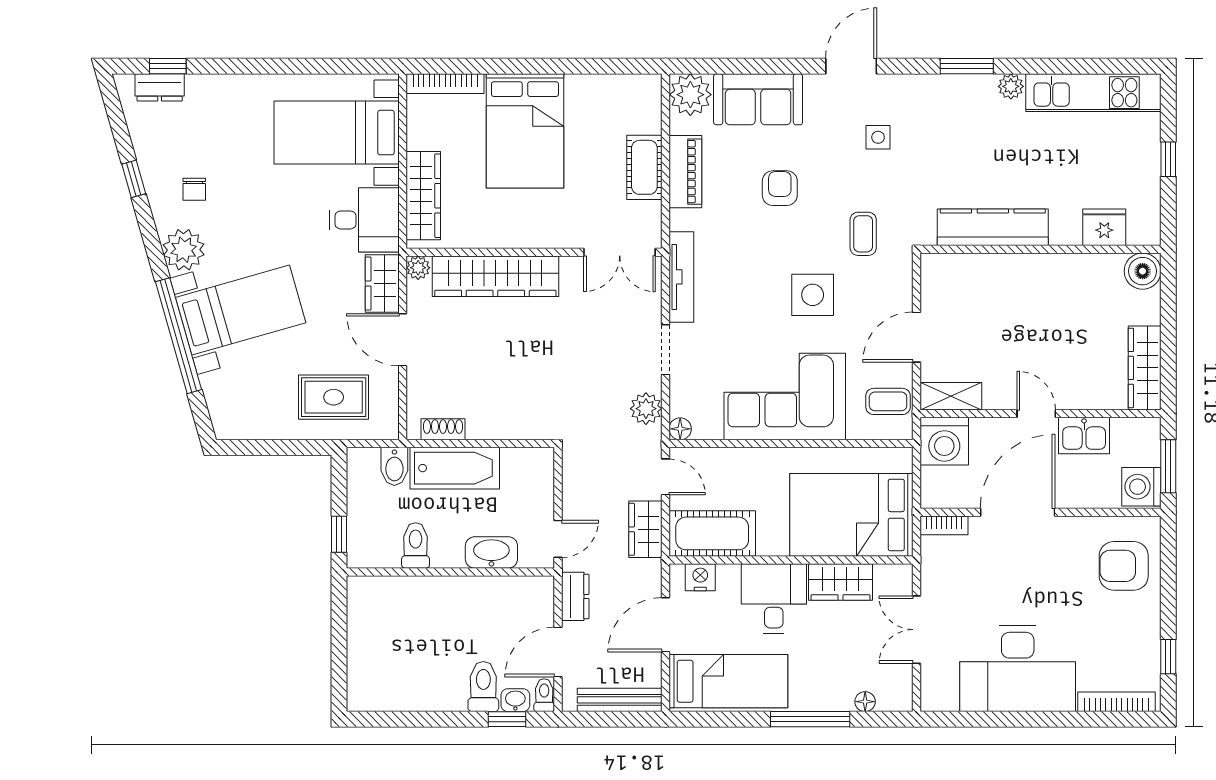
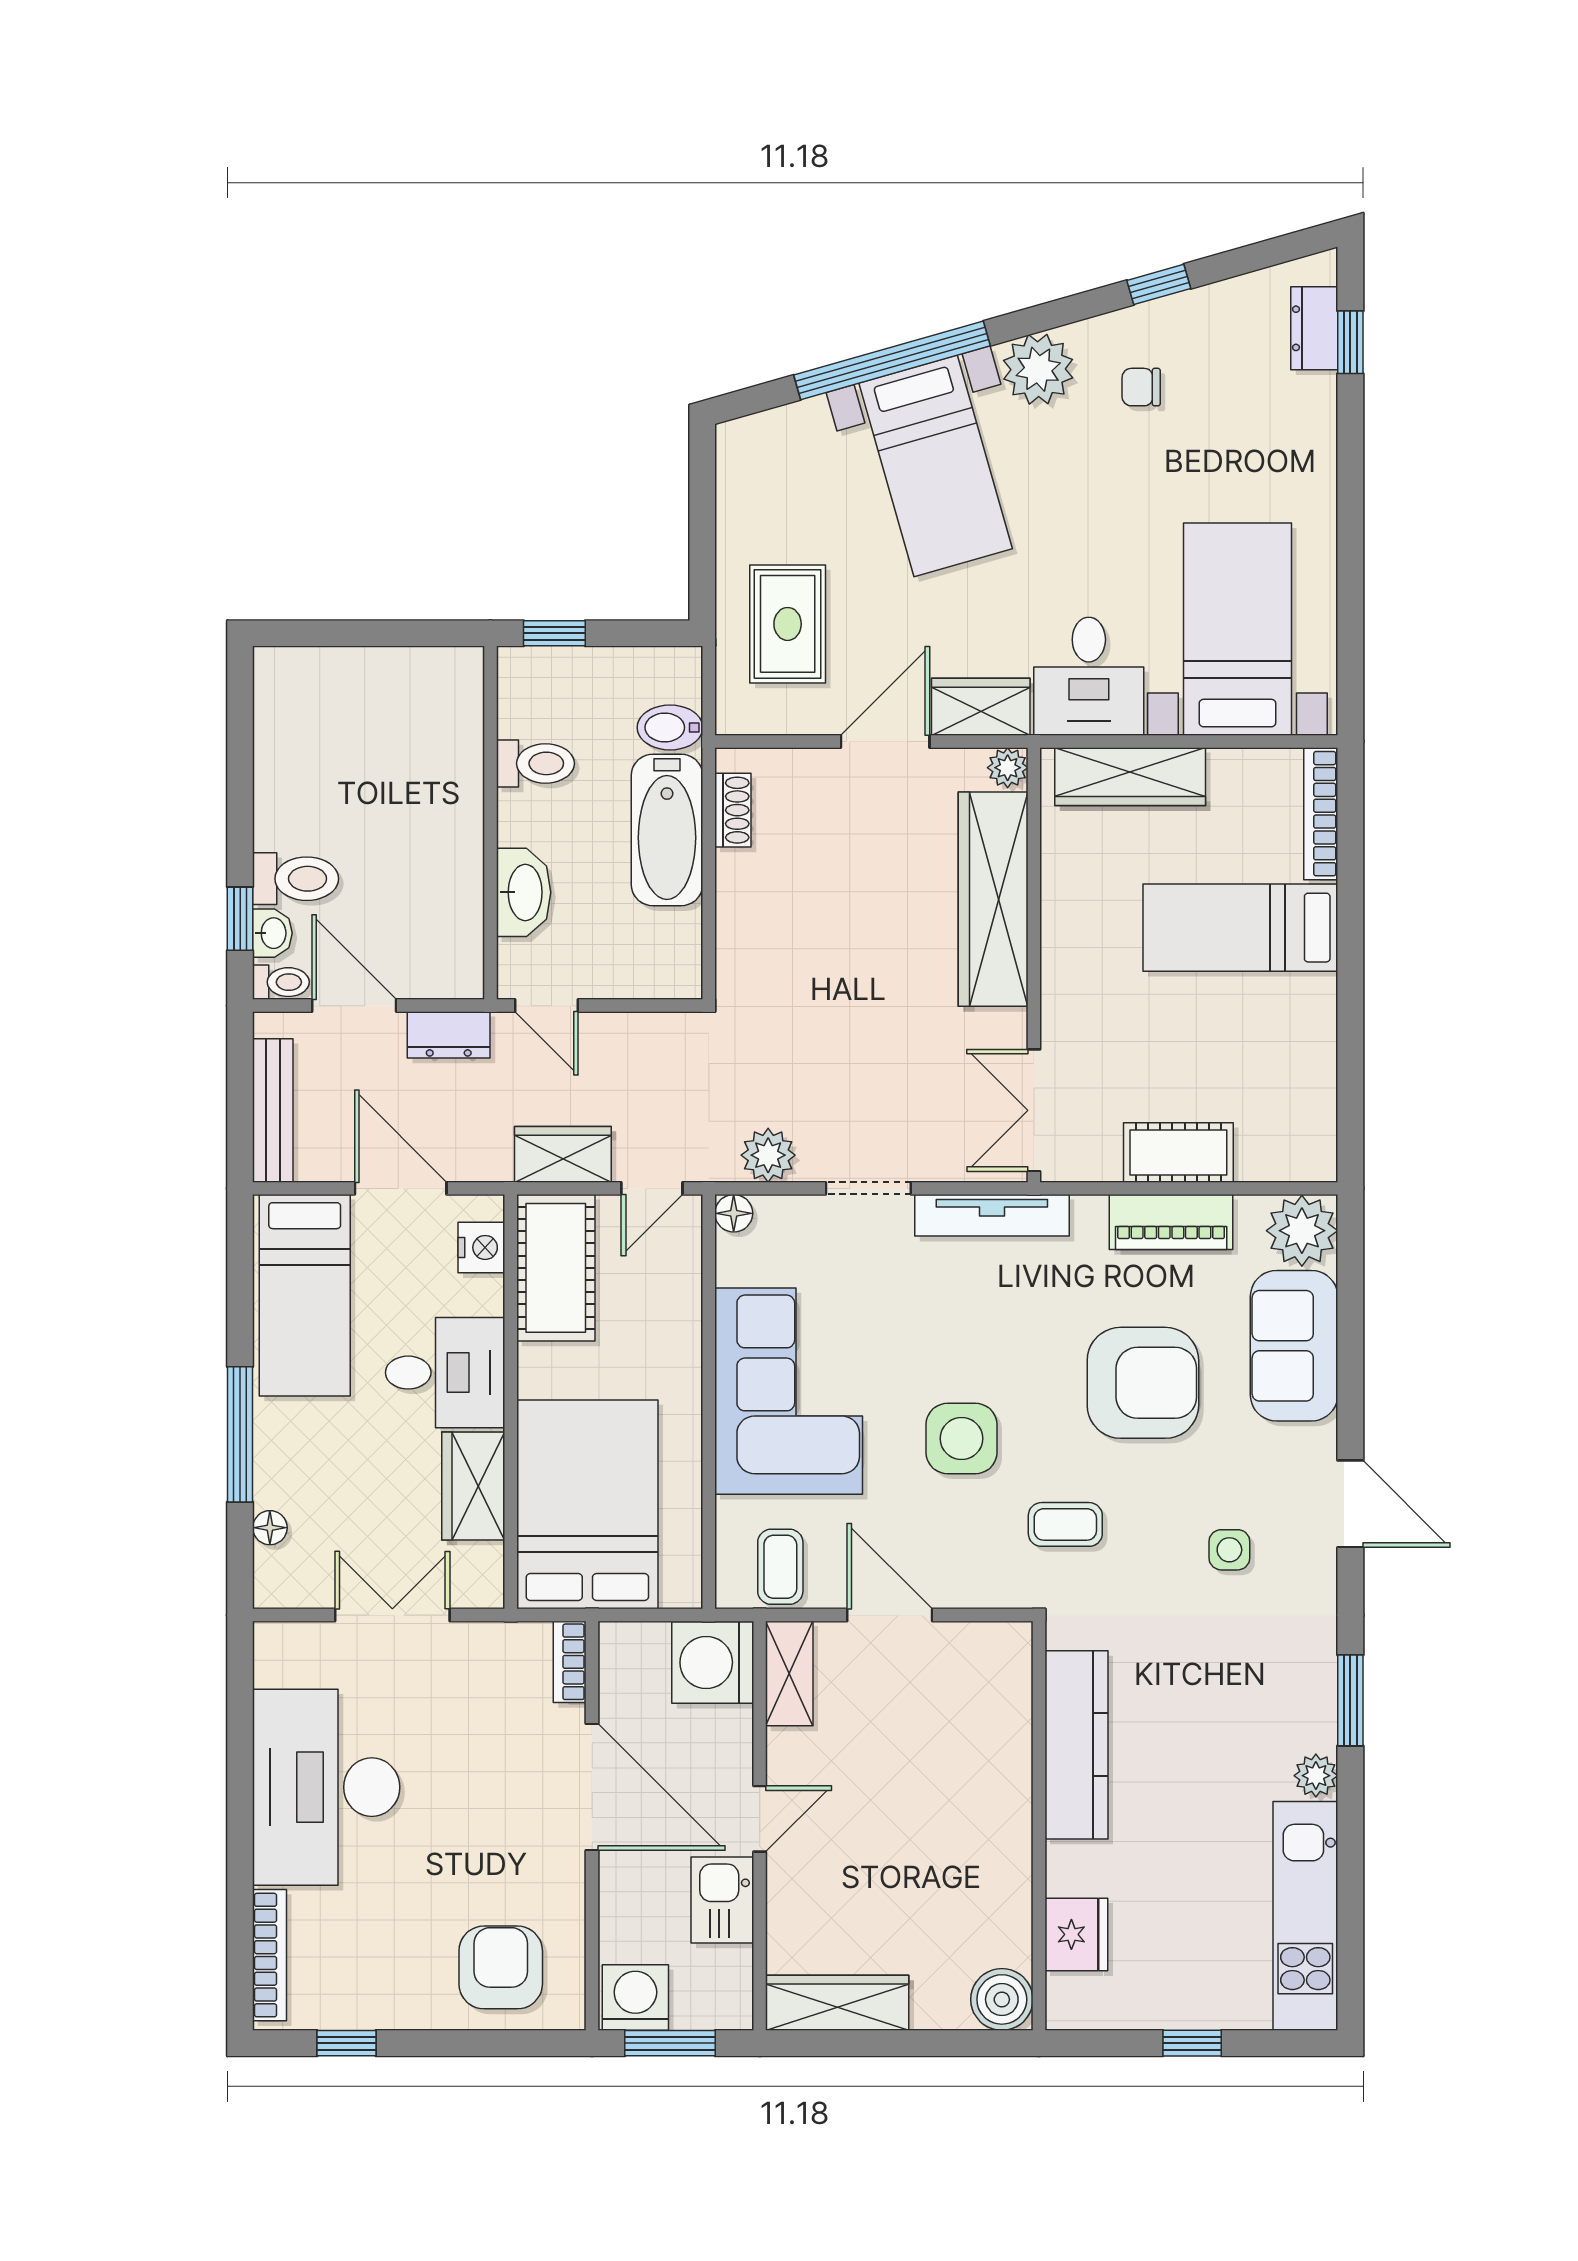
bed: (525, 131) -> (1240, 928), width x0.67
armchair: (780, 188) -> (1143, 1383), width x1.88, depth x1.88

